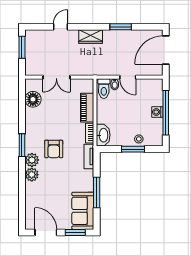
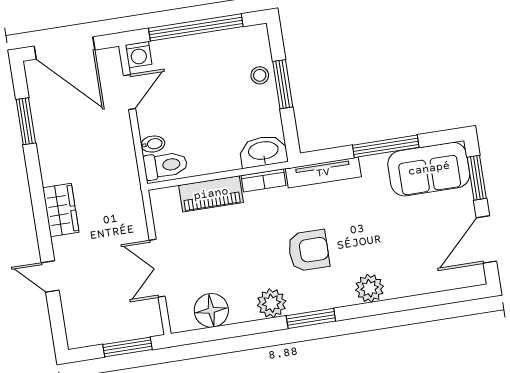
window: (121, 27) -> (26, 121), moved
window: (22, 47) -> (127, 347), moved
double door: (56, 77) -> (157, 268), swing flipped
door: (128, 77) -> (130, 92), moved
washing machine: (157, 112) -> (139, 55), moved
tv unit: (89, 156) -> (323, 173), width x1.41
plant: (32, 160) -> (272, 303), moved

